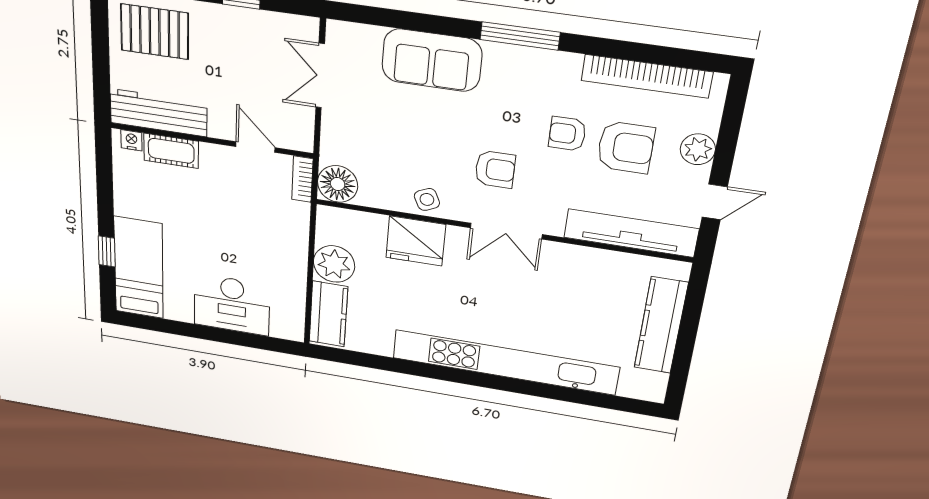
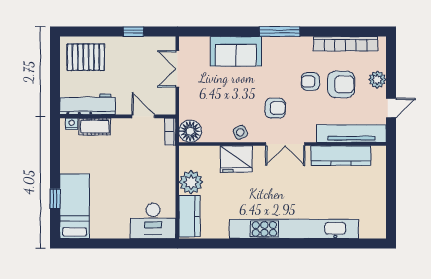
desk: (232, 305) -> (153, 221), moved
kitchen counter: (661, 325) -> (341, 156), moved, turned -90

